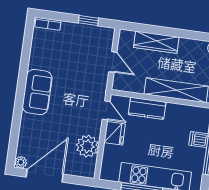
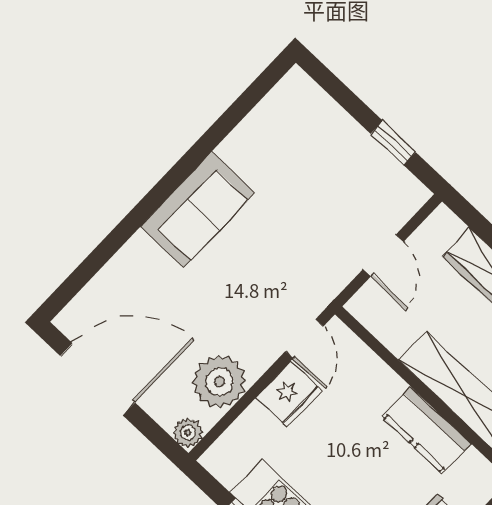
bookcase: (48, 24) -> (312, 94), removed
kitchen counter: (147, 108) -> (427, 430), moved
plant: (21, 162) -> (188, 433), moved

